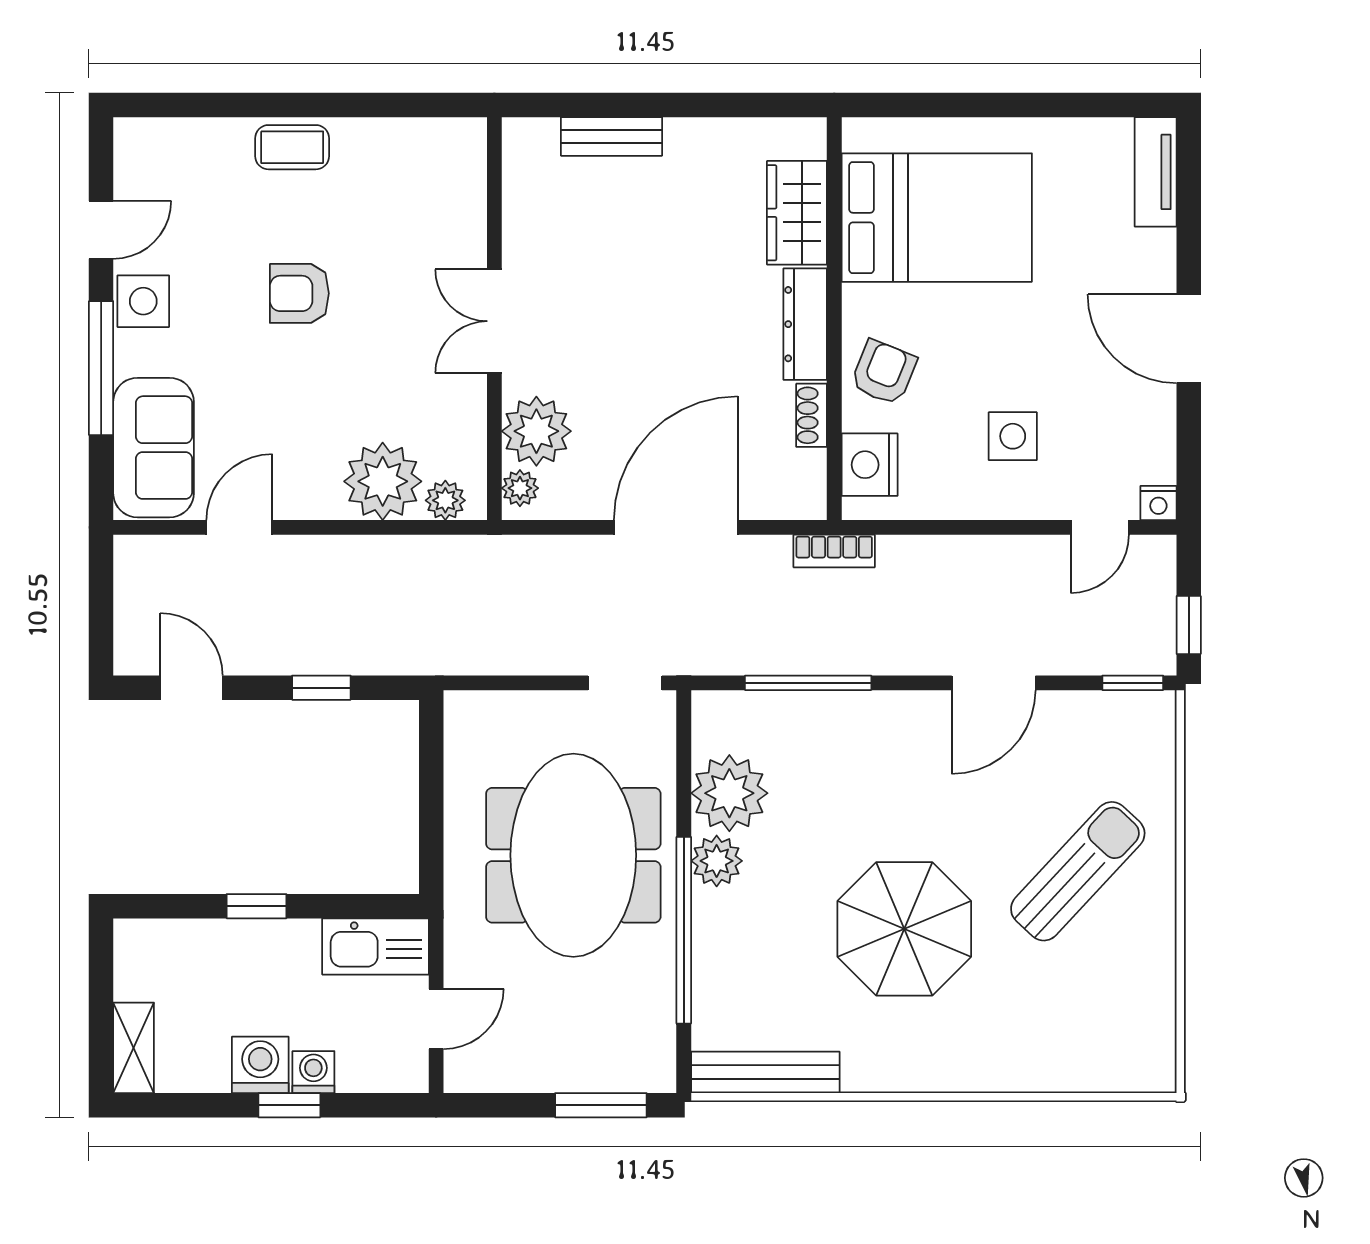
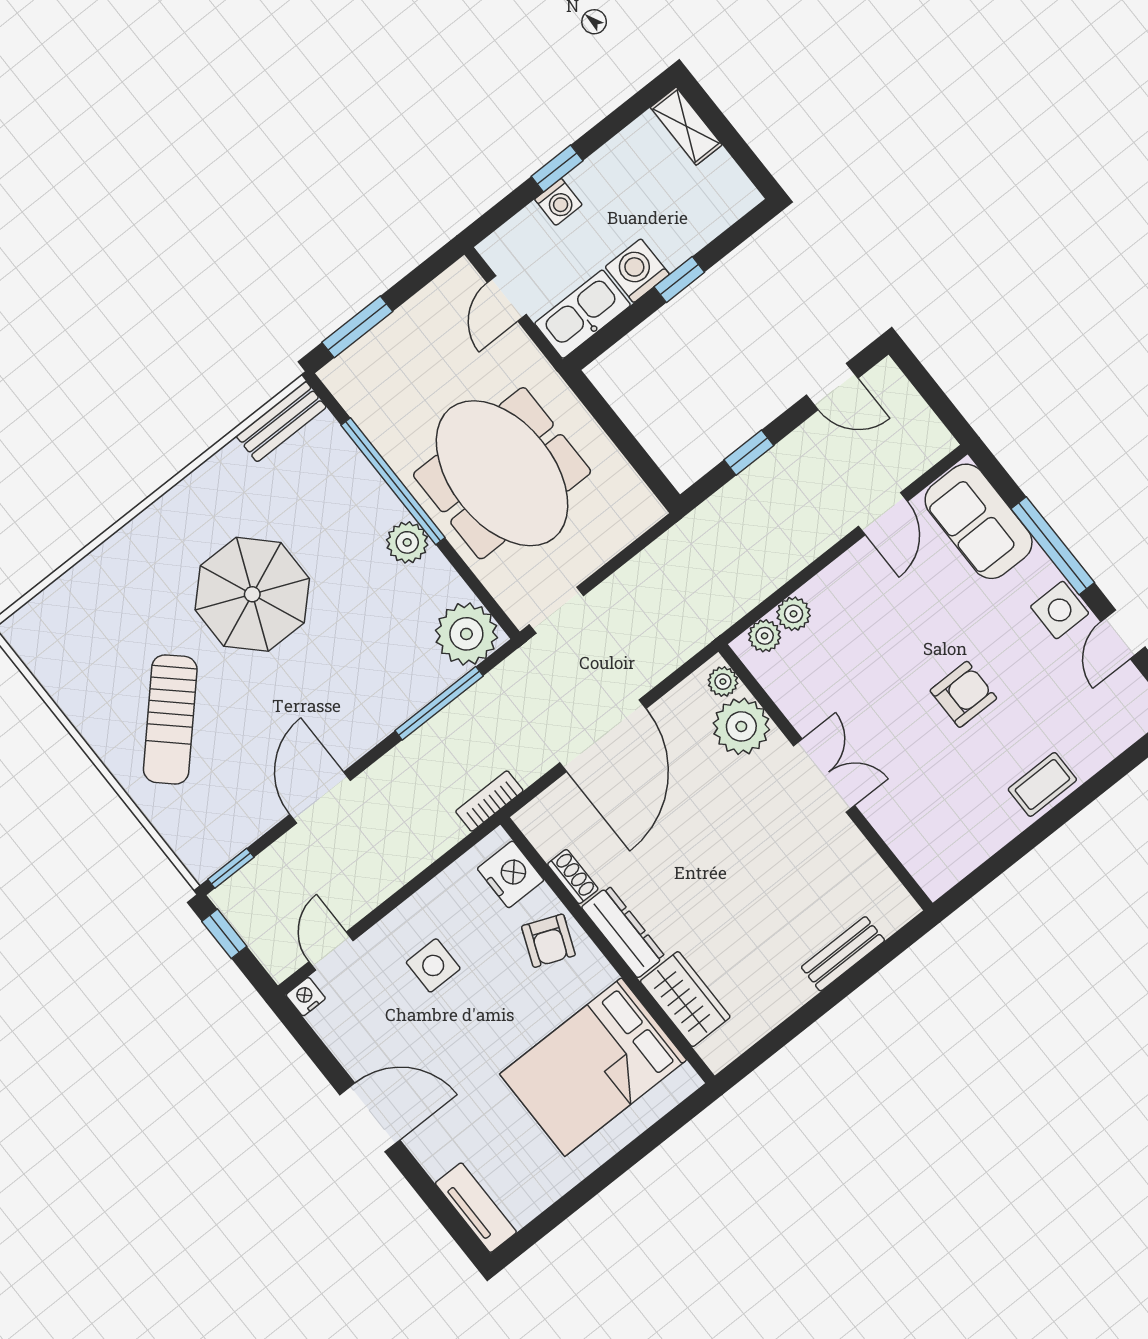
plant: (383, 481) -> (794, 614), width x0.53, depth x0.53
plant: (729, 793) -> (466, 634), moved
washing machine: (260, 1065) -> (637, 271), moved, turned 180
bench: (765, 1072) -> (281, 422), width x0.73

